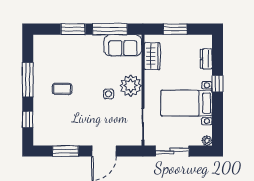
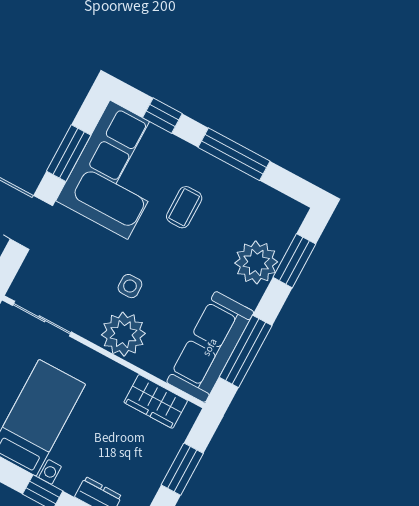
window: (73, 29) -> (294, 261), moved
plant: (69, 45) -> (256, 262), added
sofa: (123, 45) -> (210, 347), width x1.36
corner sofa: (61, 126) -> (119, 170), added

